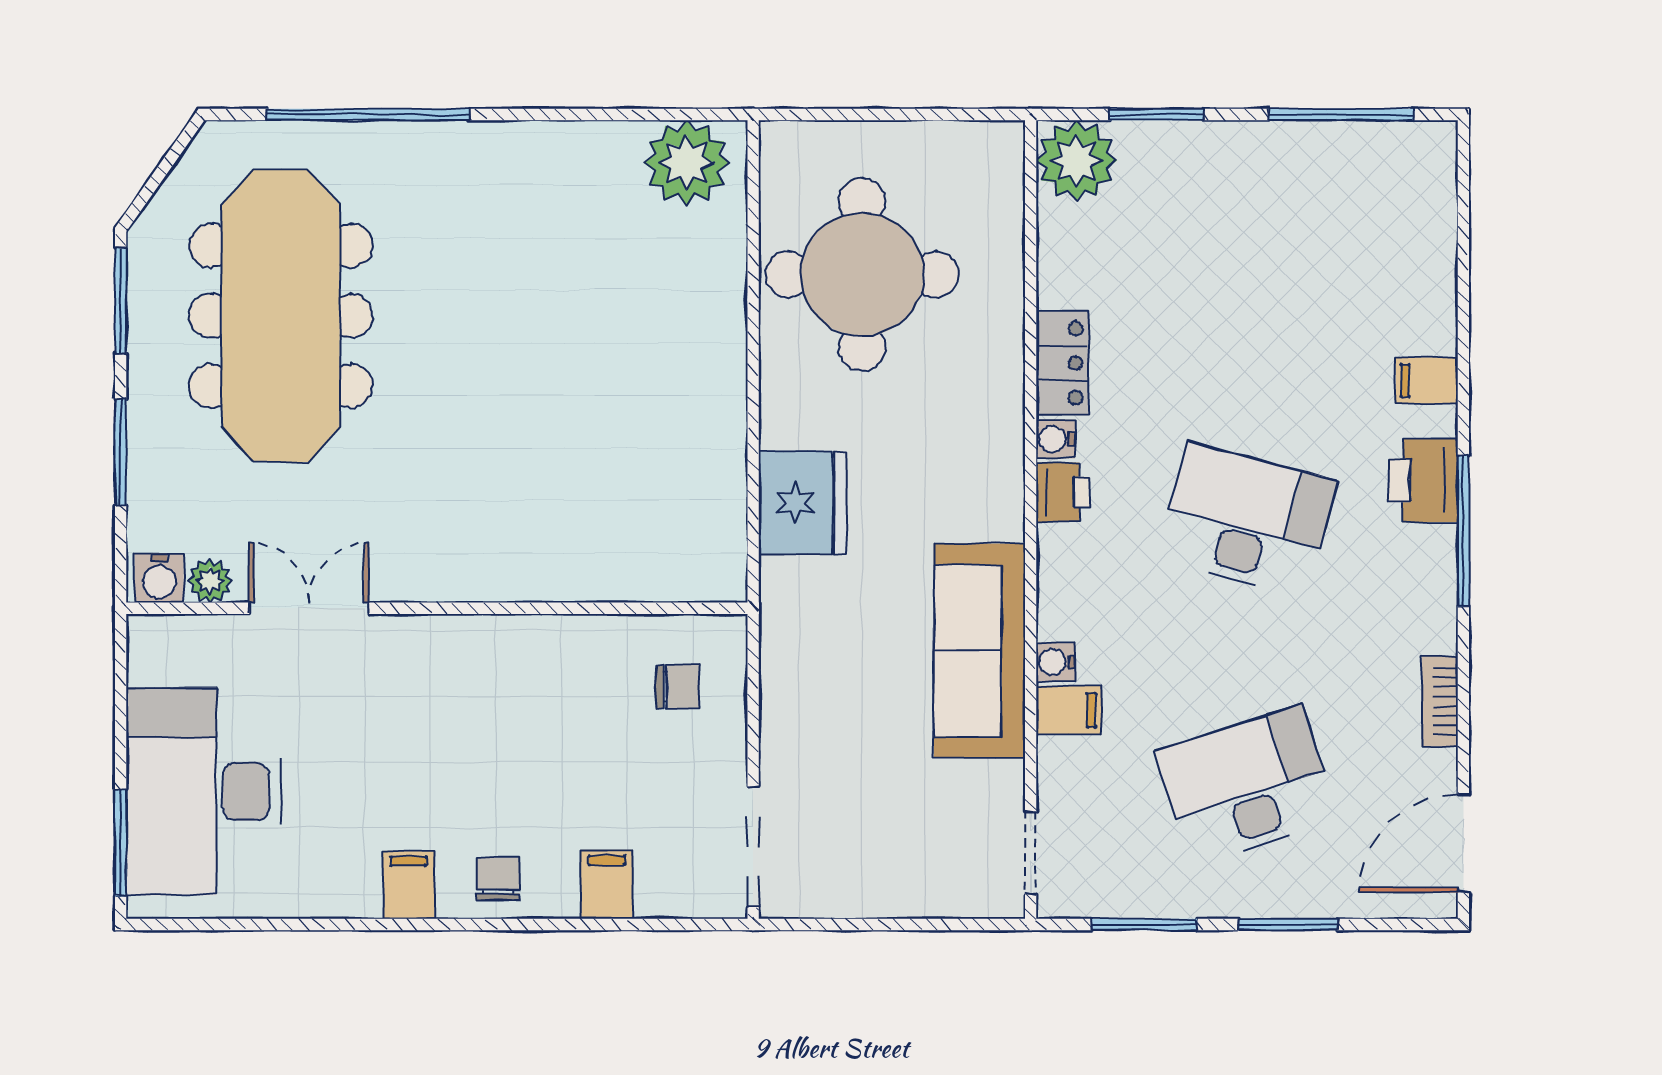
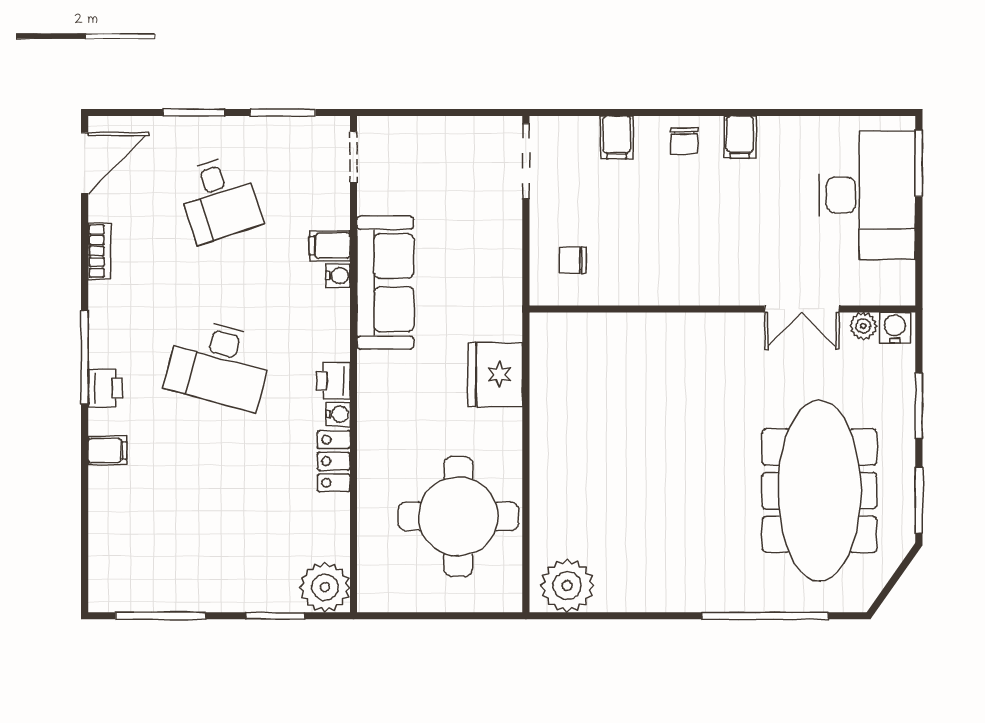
printer: (1423, 481) -> (105, 388), width x0.73, depth x0.81
desk: (1247, 785) -> (219, 199), width x0.73

